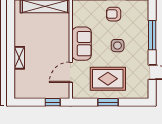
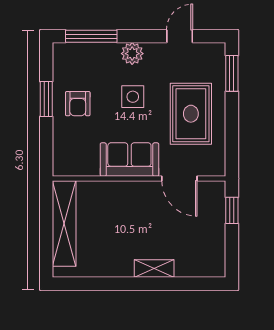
window: (152, 35) -> (91, 36), moved
plant: (142, 45) -> (132, 54), added
window: (108, 102) -> (232, 73), moved

